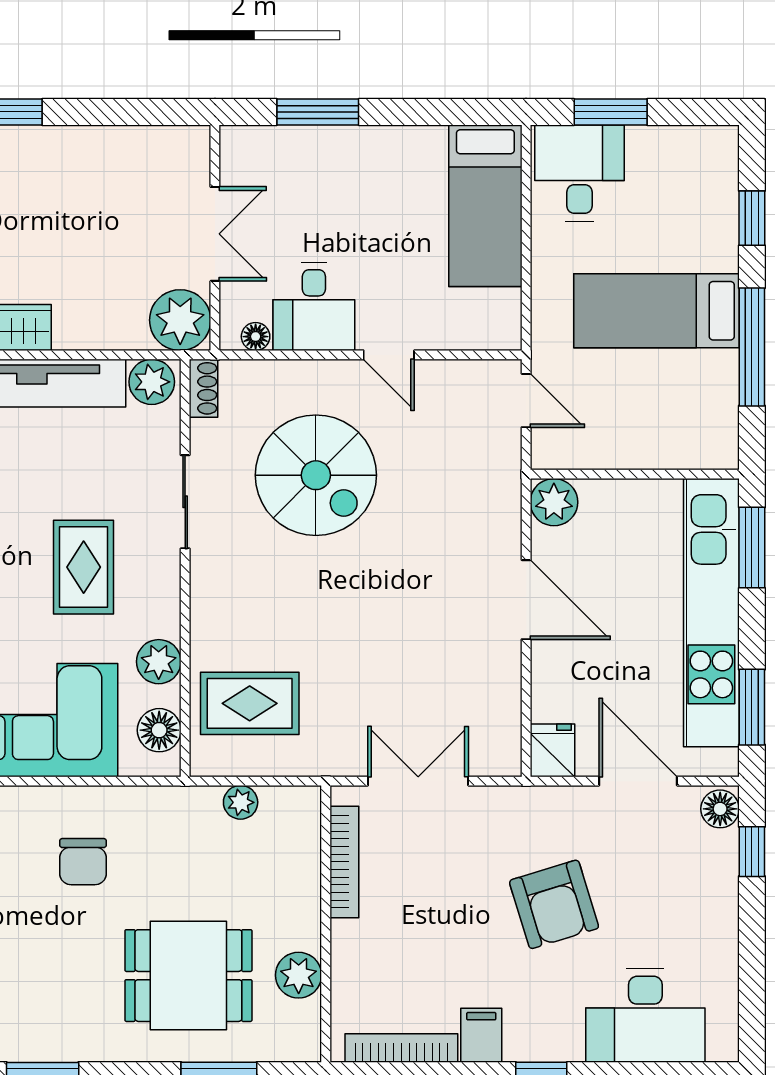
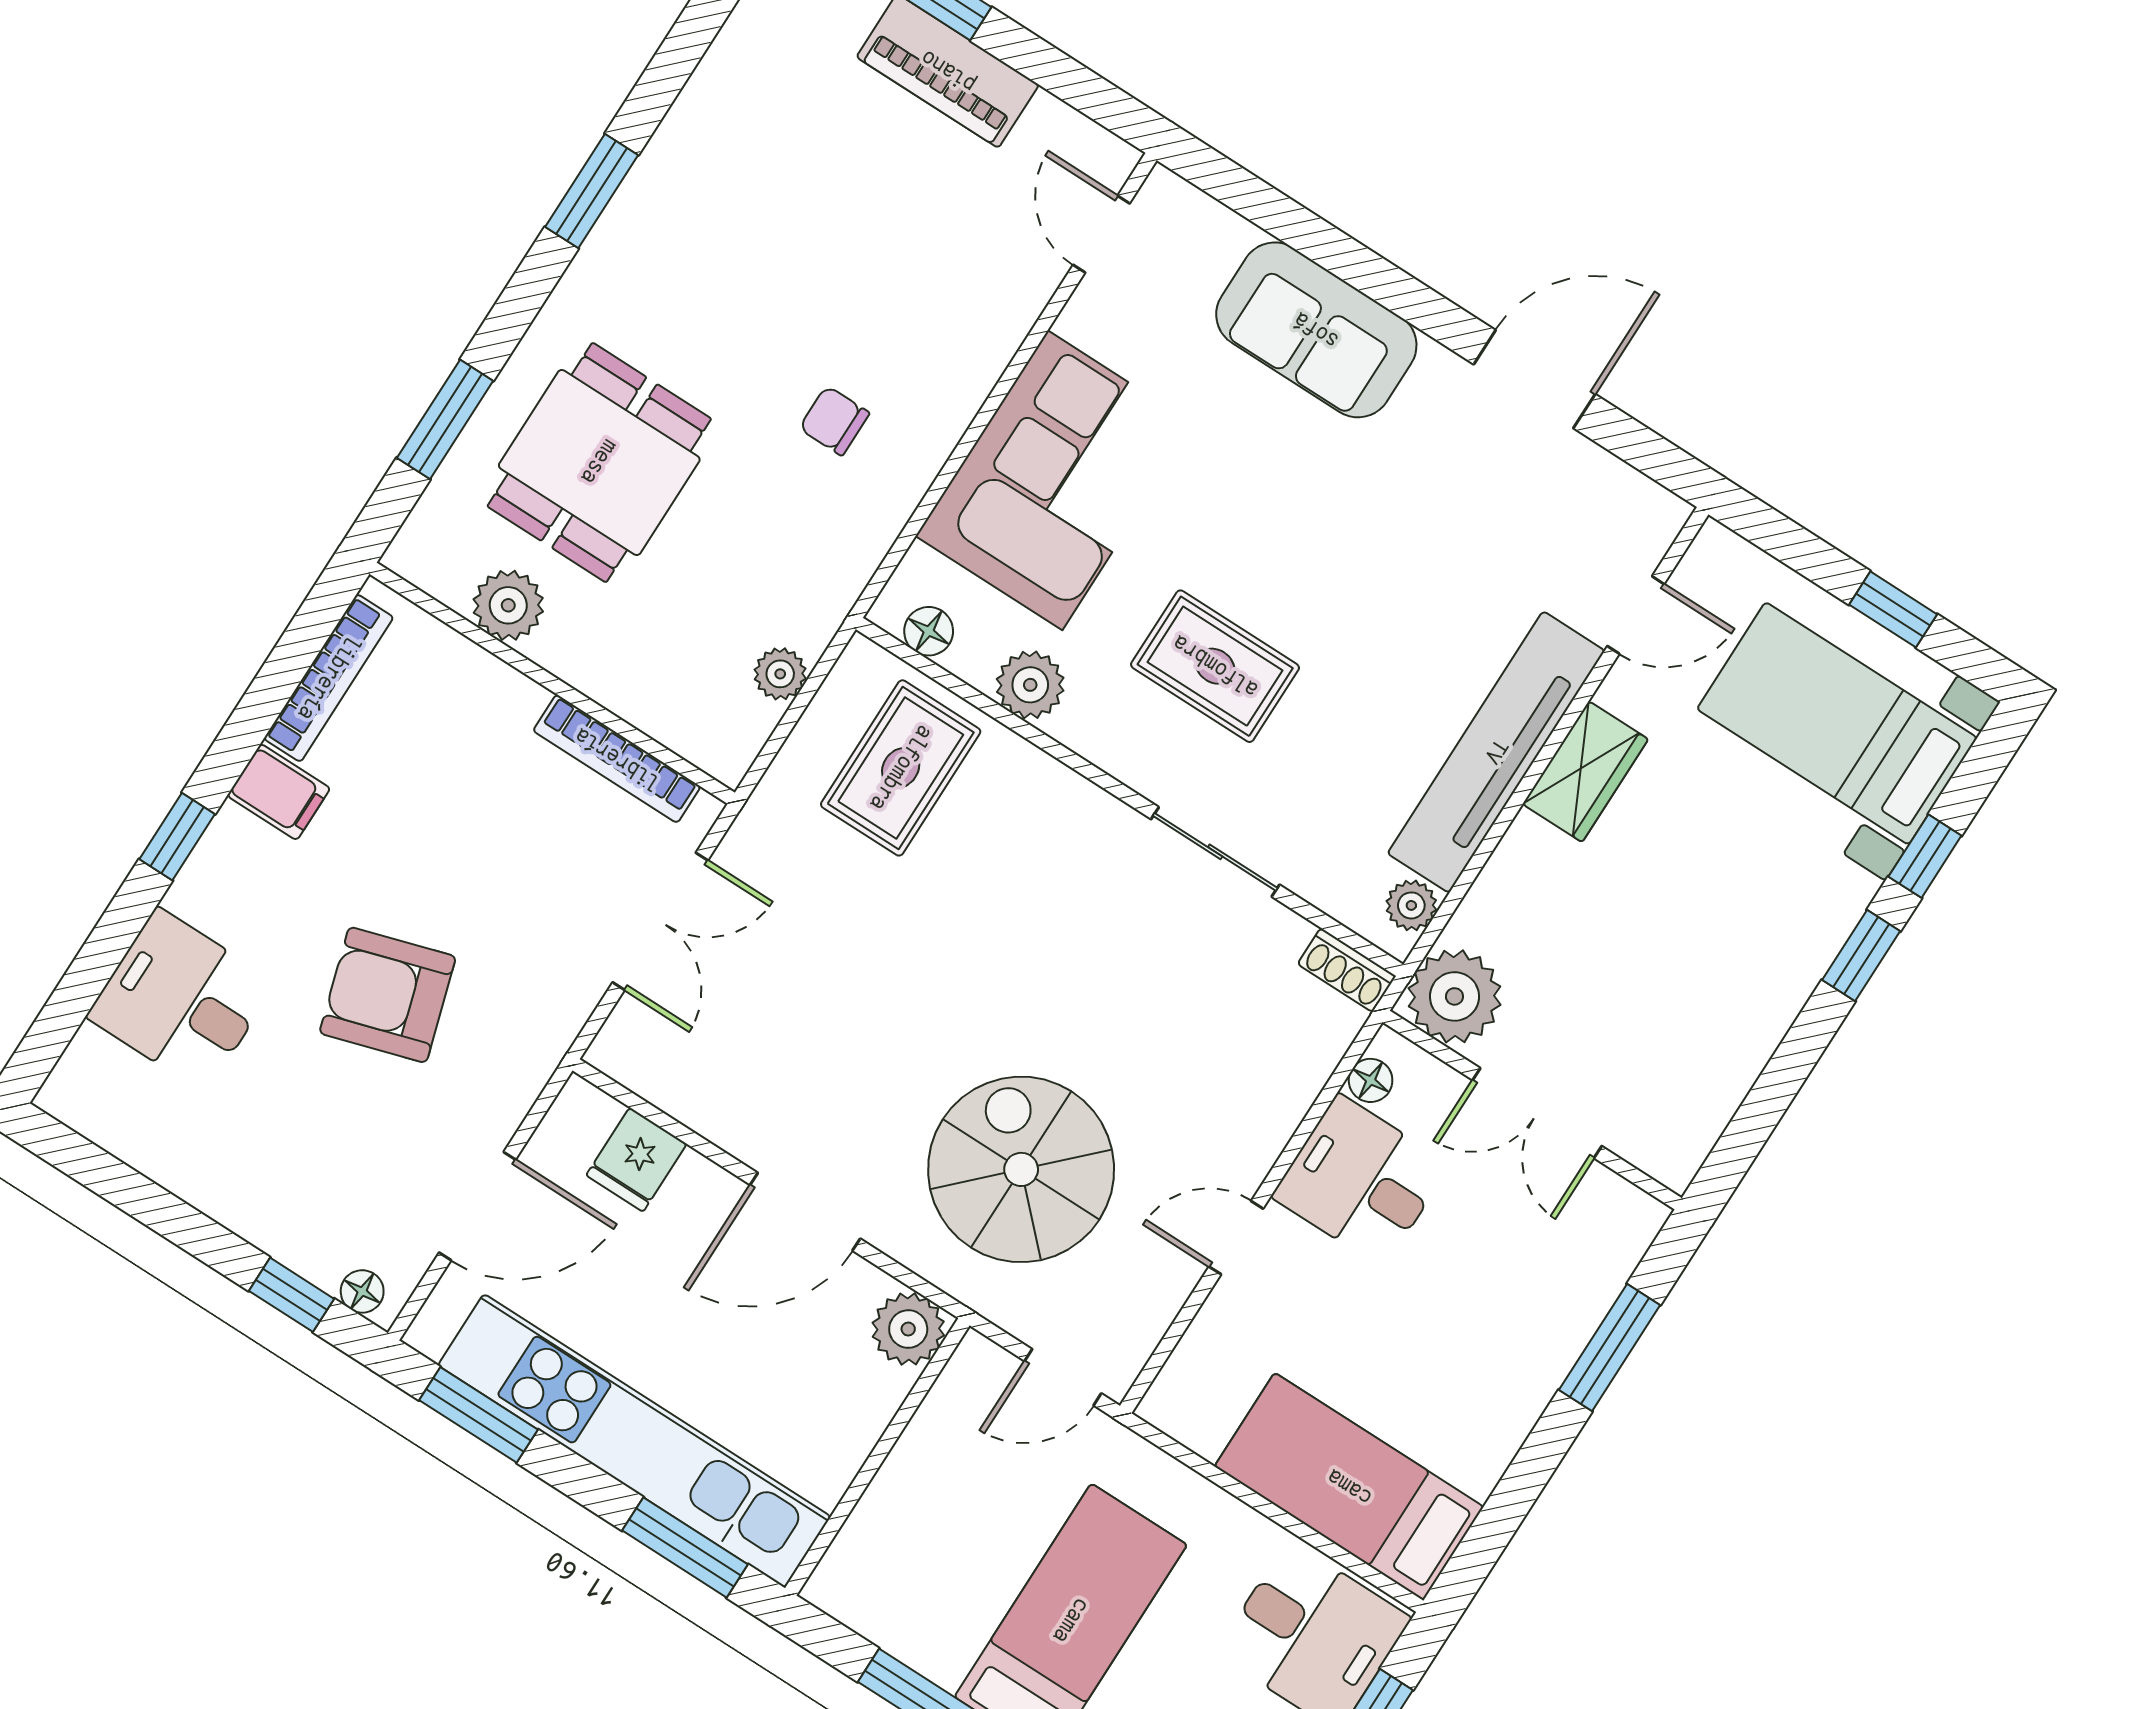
plant: (152, 382) -> (1411, 905), width x0.73, depth x0.73
spiral stairs: (316, 475) -> (1021, 1169), moved, turned 90
floor lamp: (159, 730) -> (929, 631), width x0.73, depth x0.73
fridge: (552, 750) -> (636, 1160), moved, turned 90
floor lamp: (720, 809) -> (362, 1291), width x0.73, depth x0.73
chair: (83, 862) -> (834, 421), width x0.73, depth x0.73
desk: (645, 1015) -> (181, 1000), width x0.73

